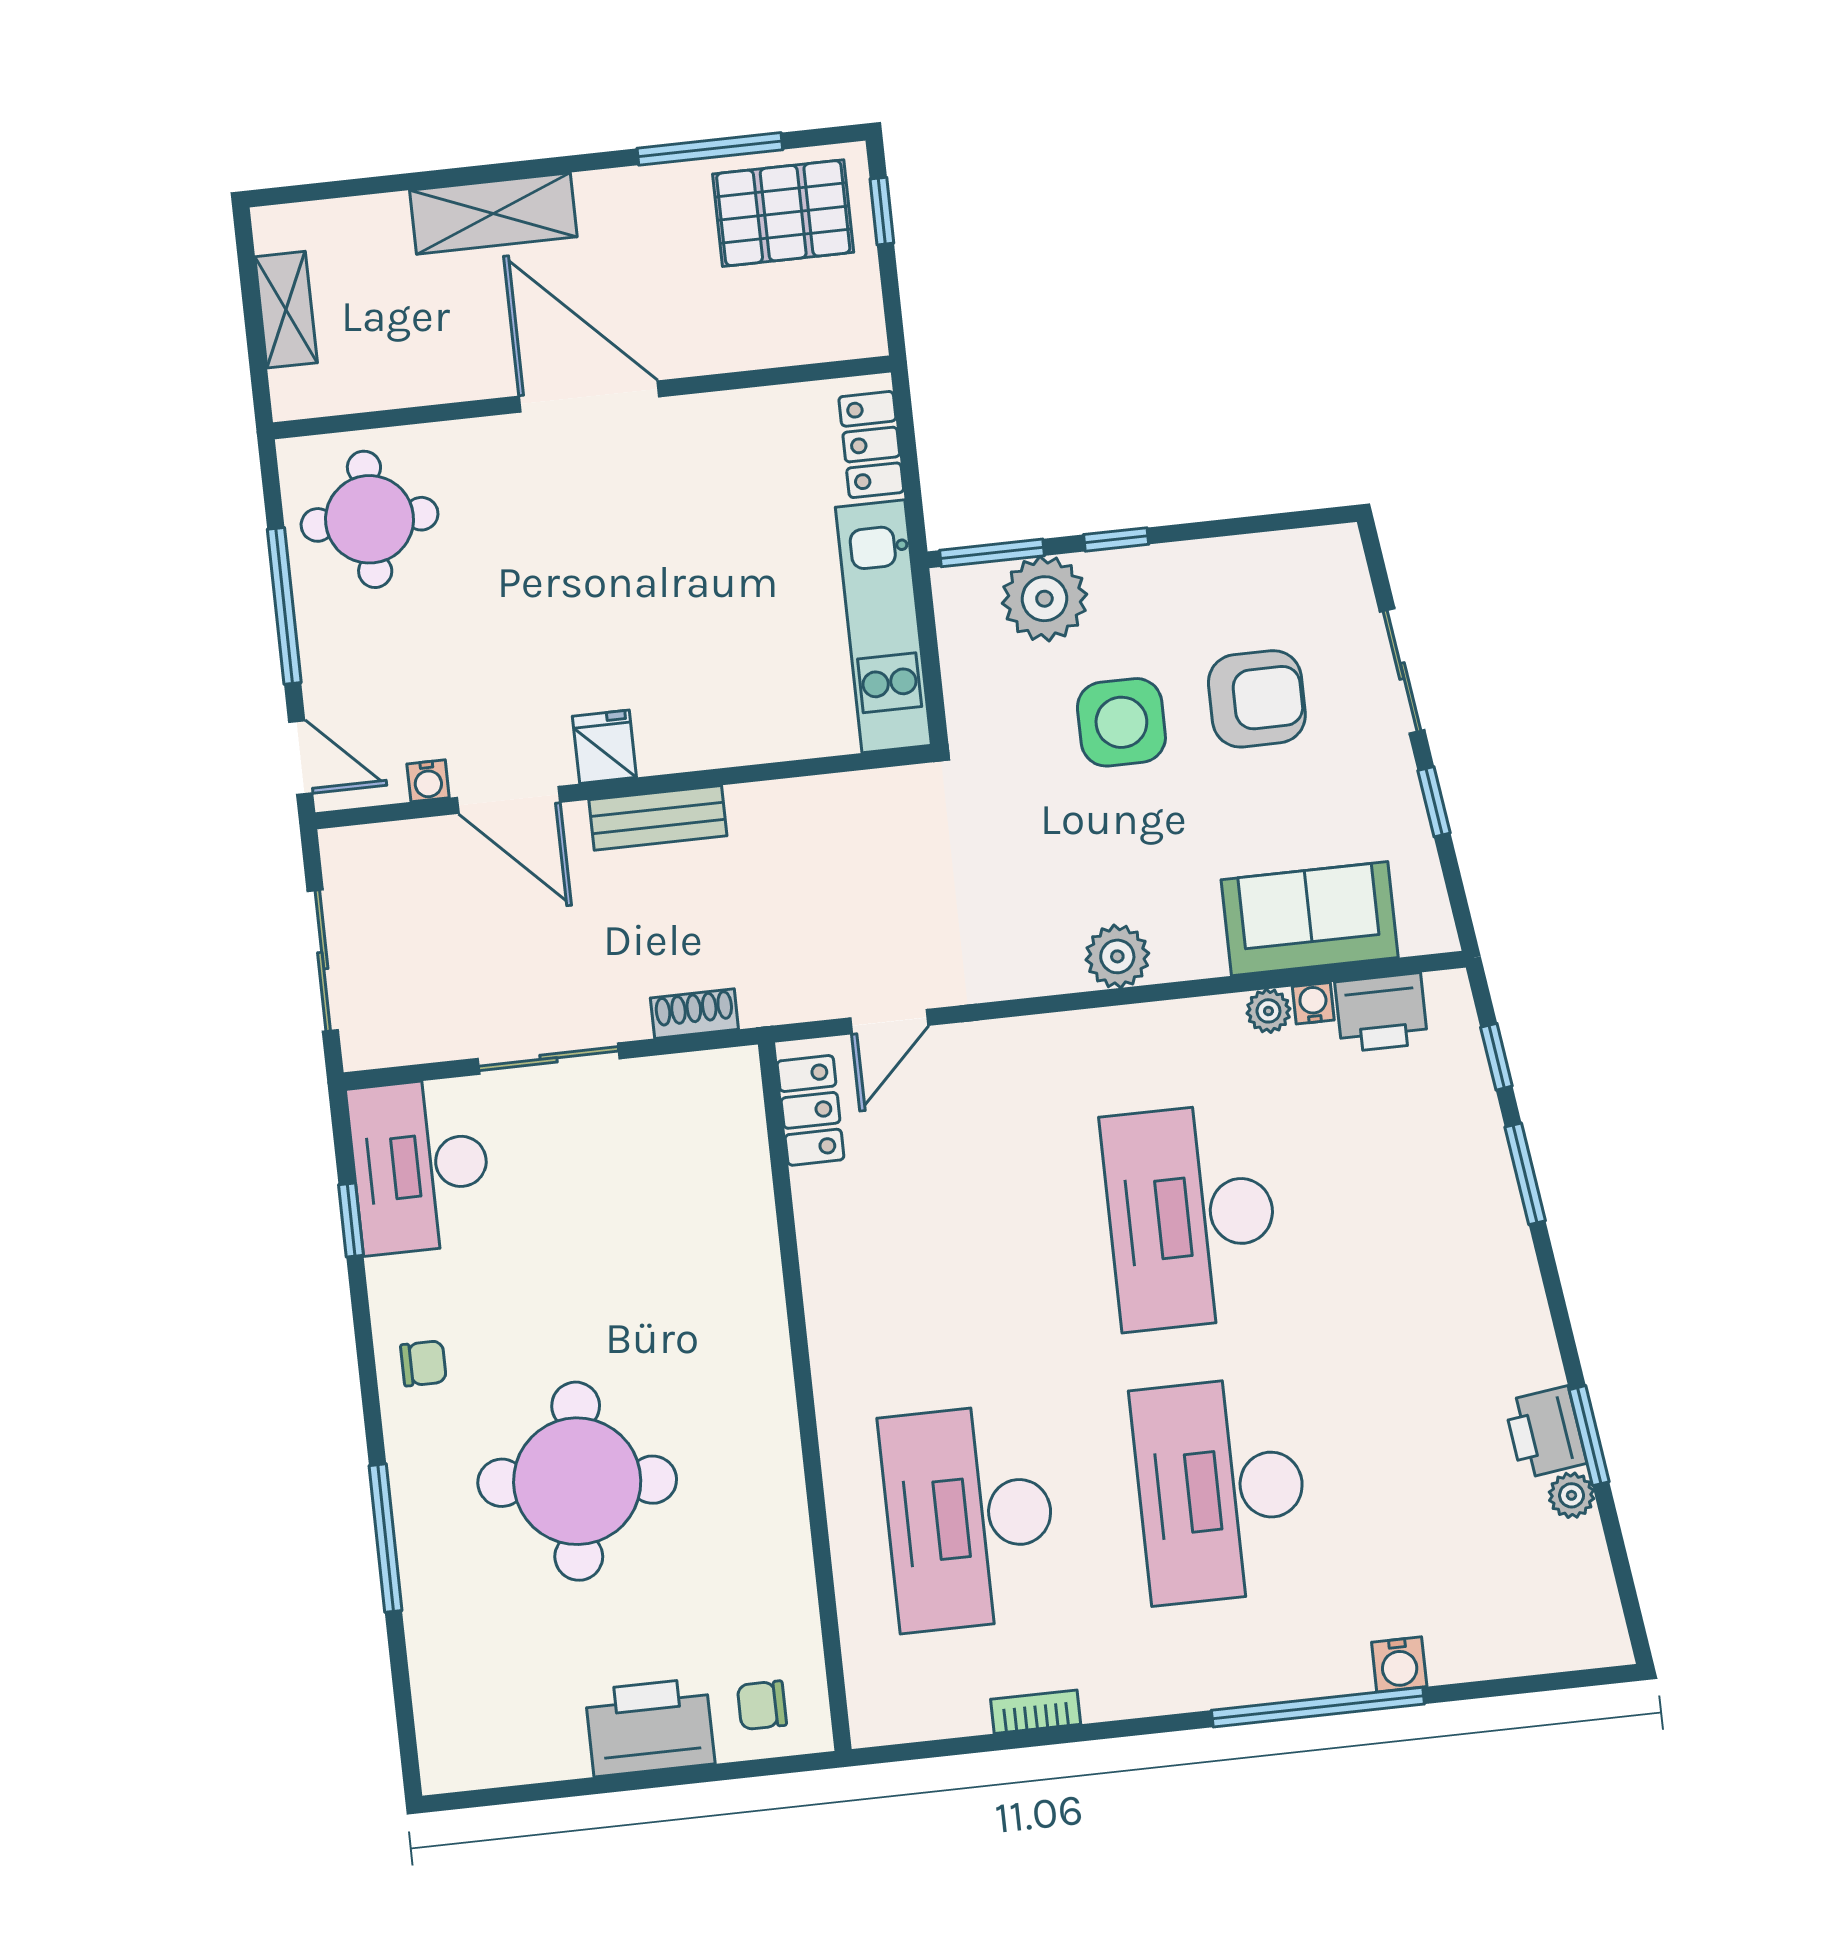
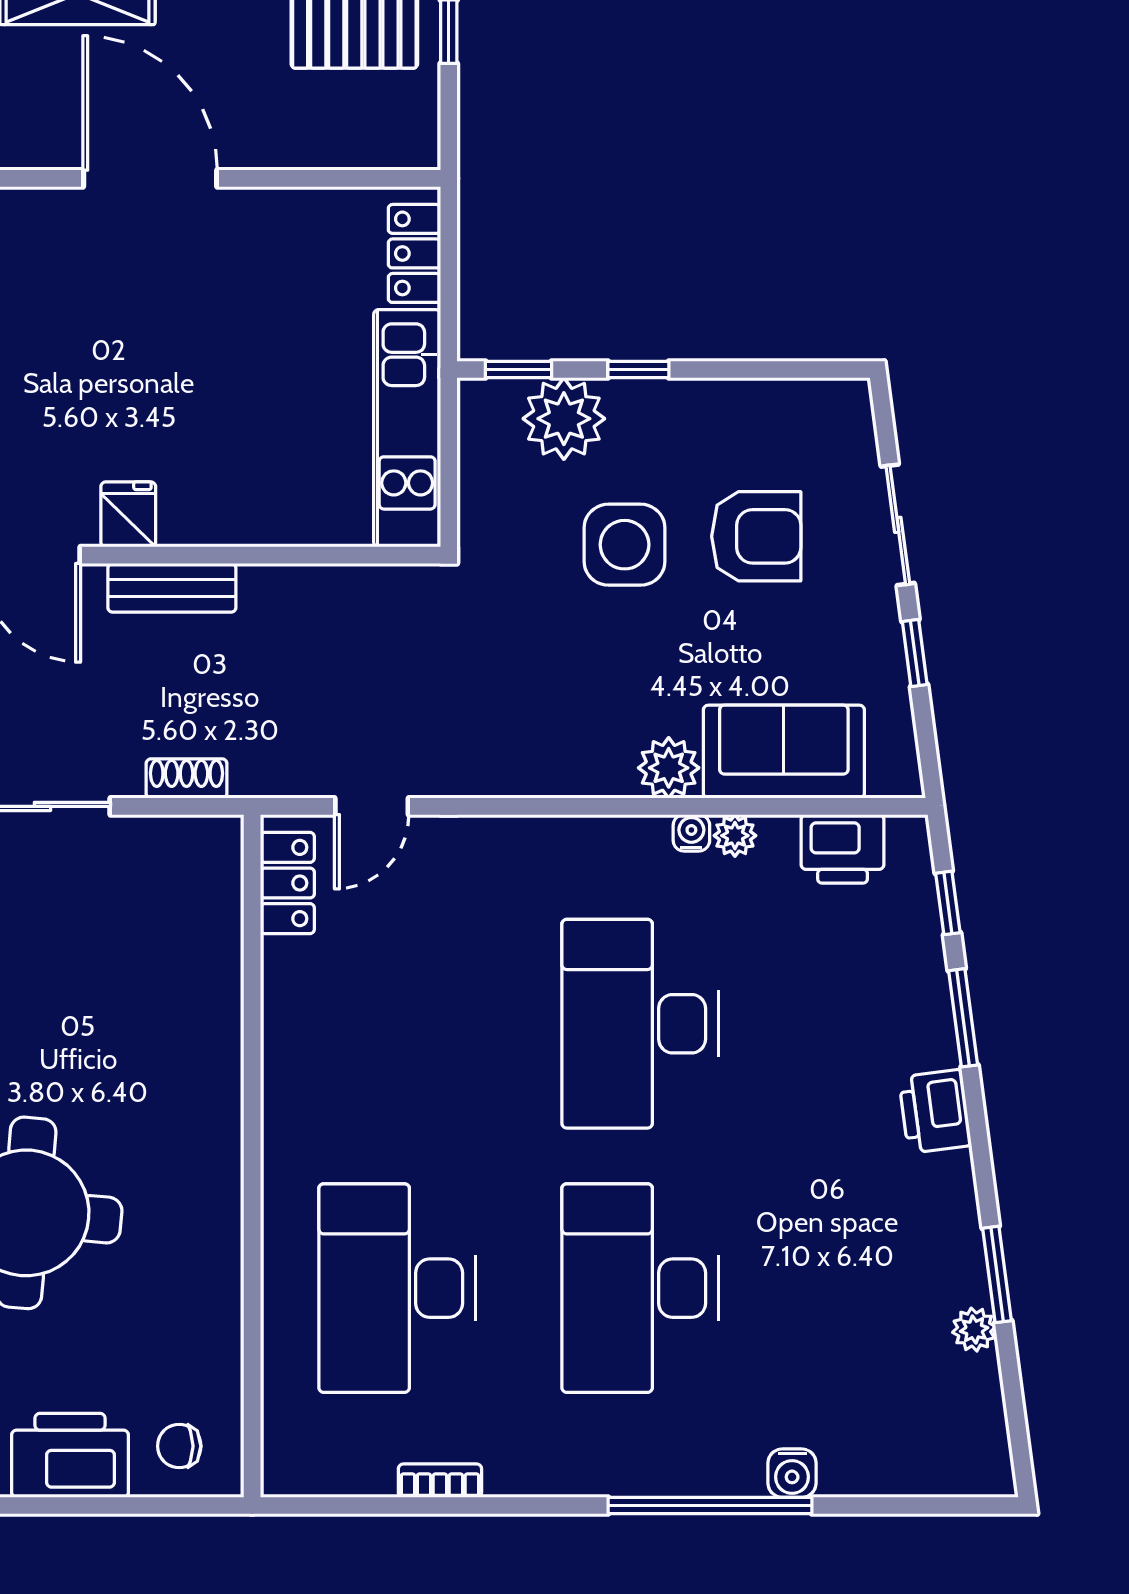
window: (992, 553) -> (518, 370), width x0.67
plant: (1117, 956) -> (669, 768), moved
water cooler: (1313, 1003) -> (691, 833), moved
printer: (1545, 1432) -> (935, 1111), moved

